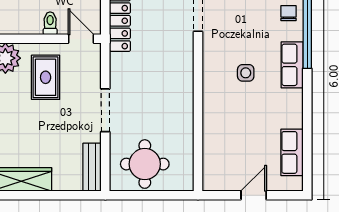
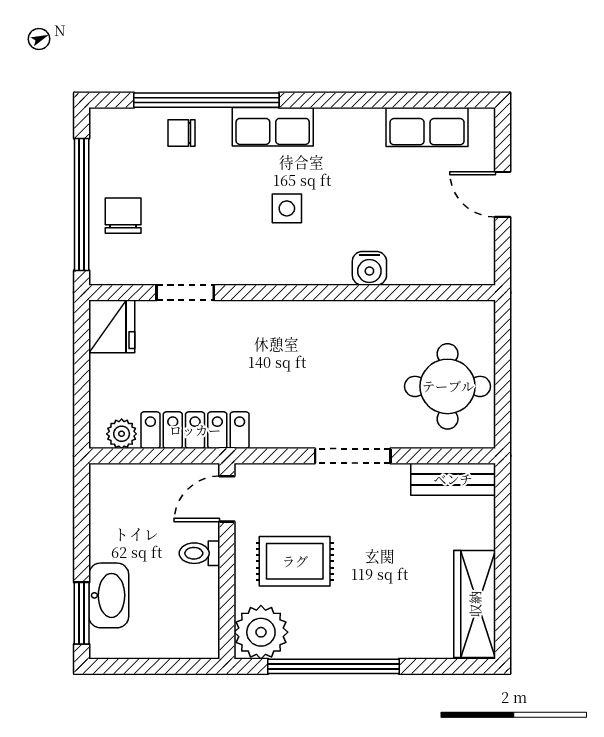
water cooler: (212, 120) -> (369, 268), added

